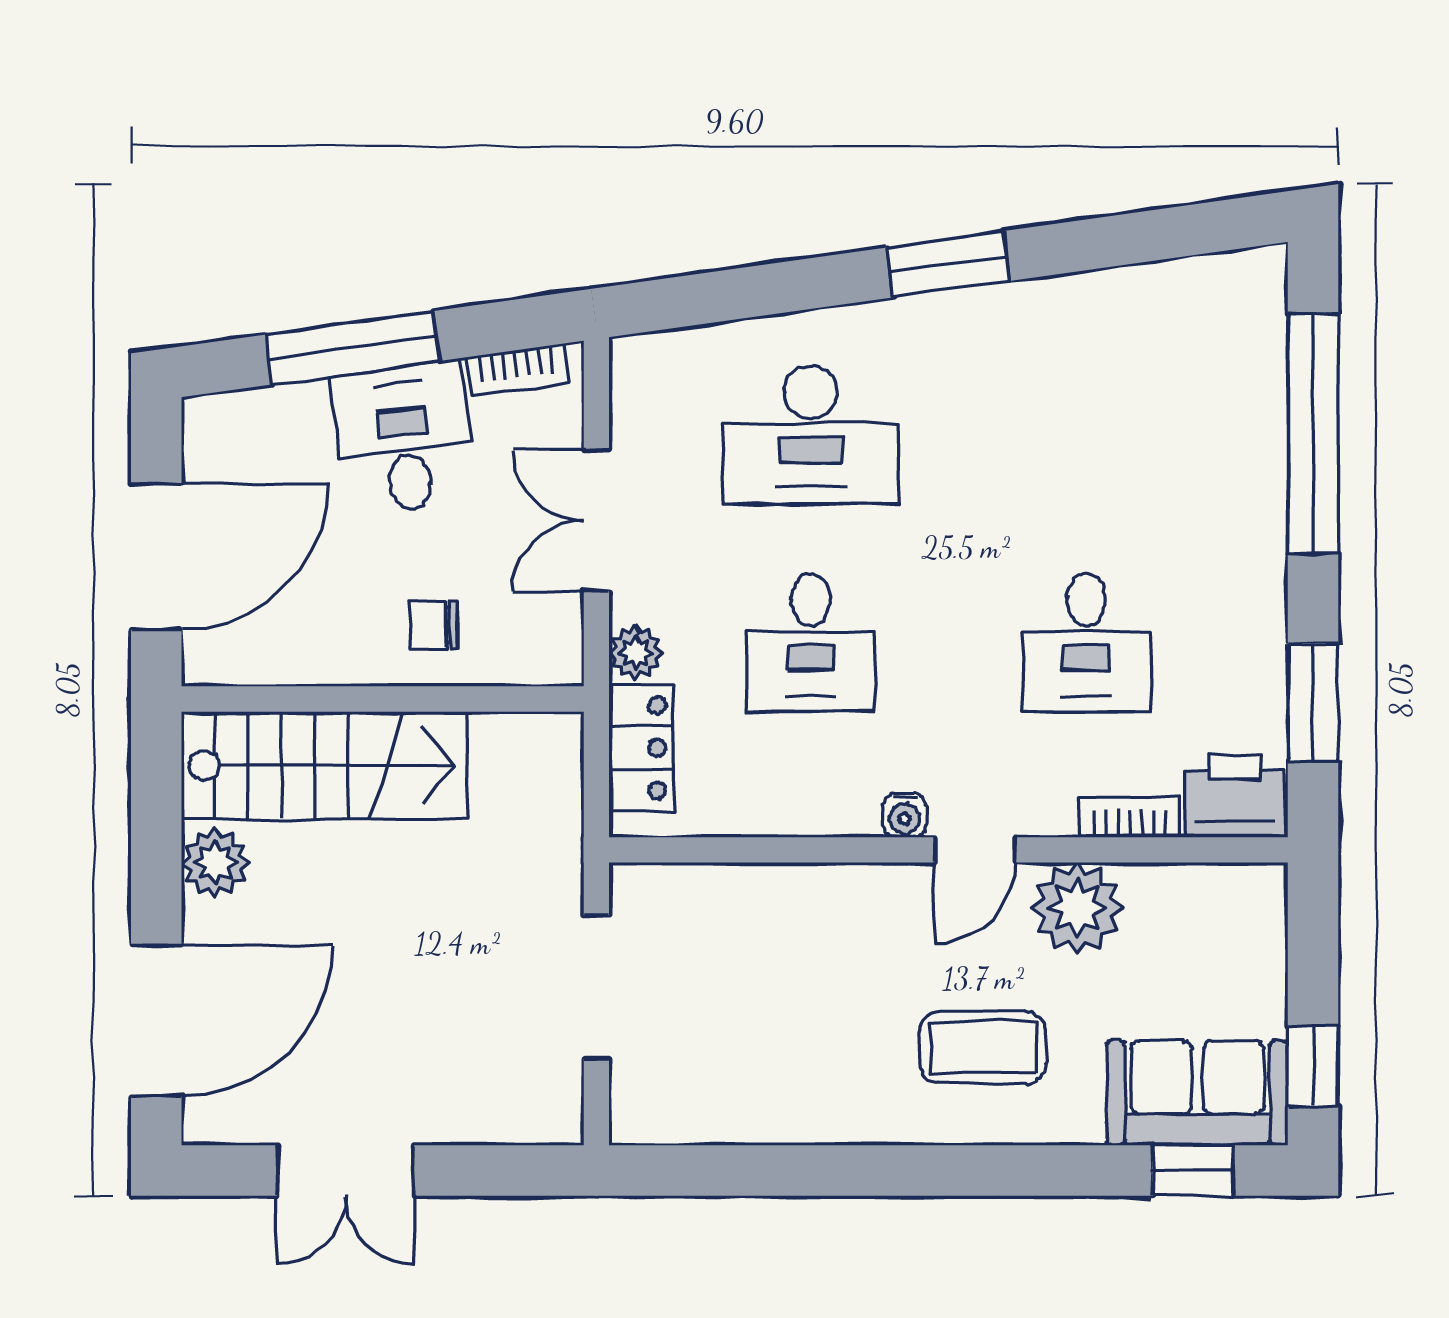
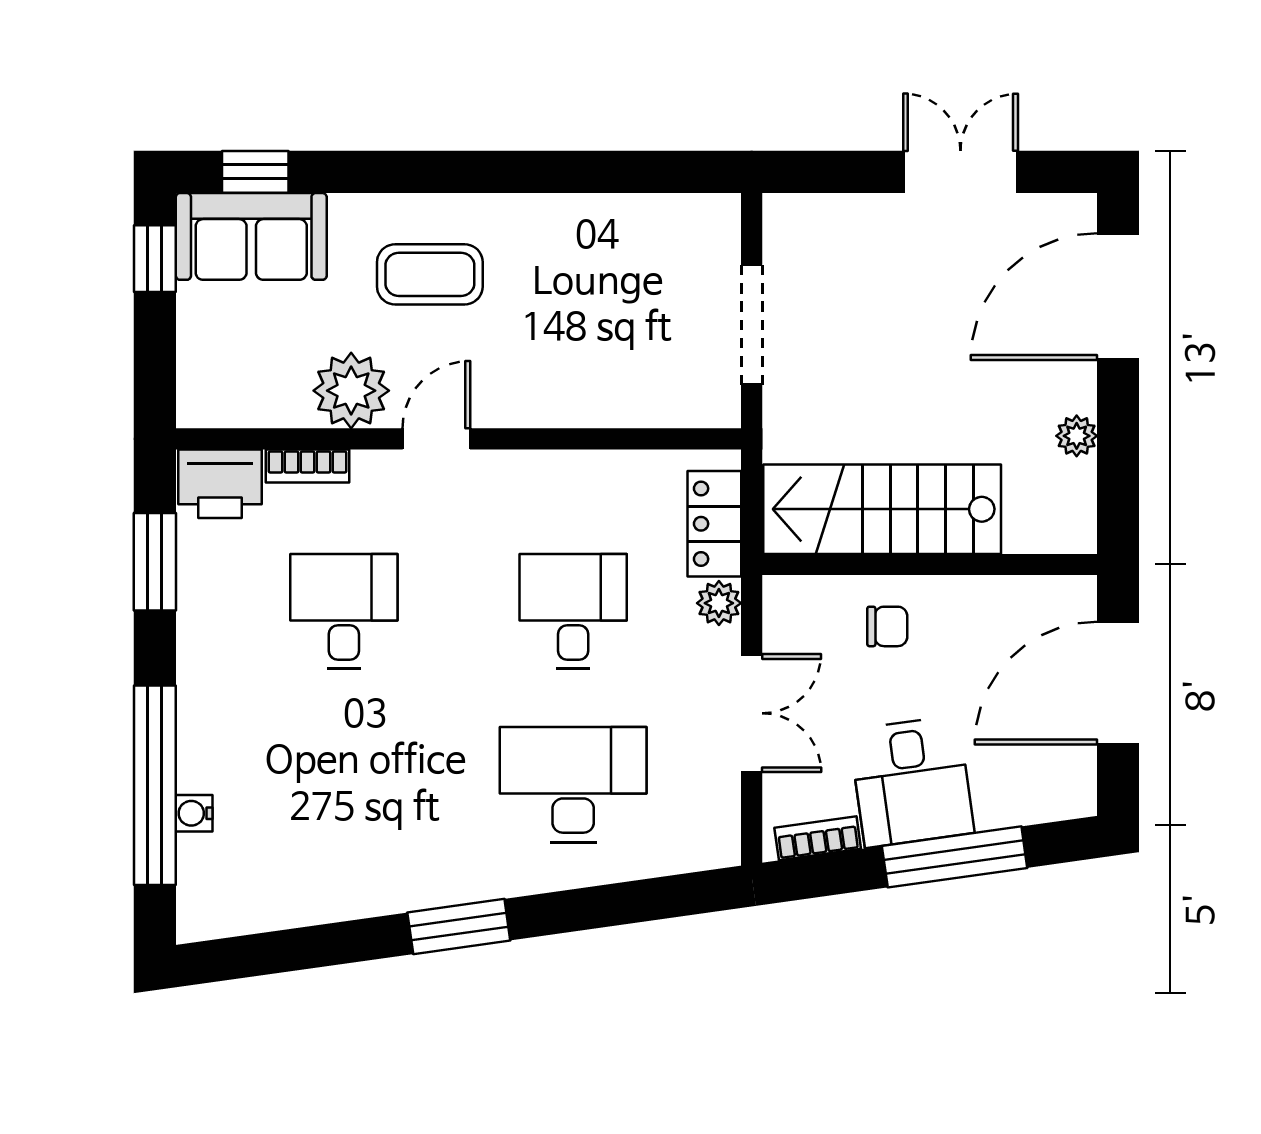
stairs: (324, 765) -> (882, 509), moved
water cooler: (905, 815) -> (194, 813), moved, turned -90
plant: (215, 863) -> (1077, 436), width x0.73, depth x0.73

